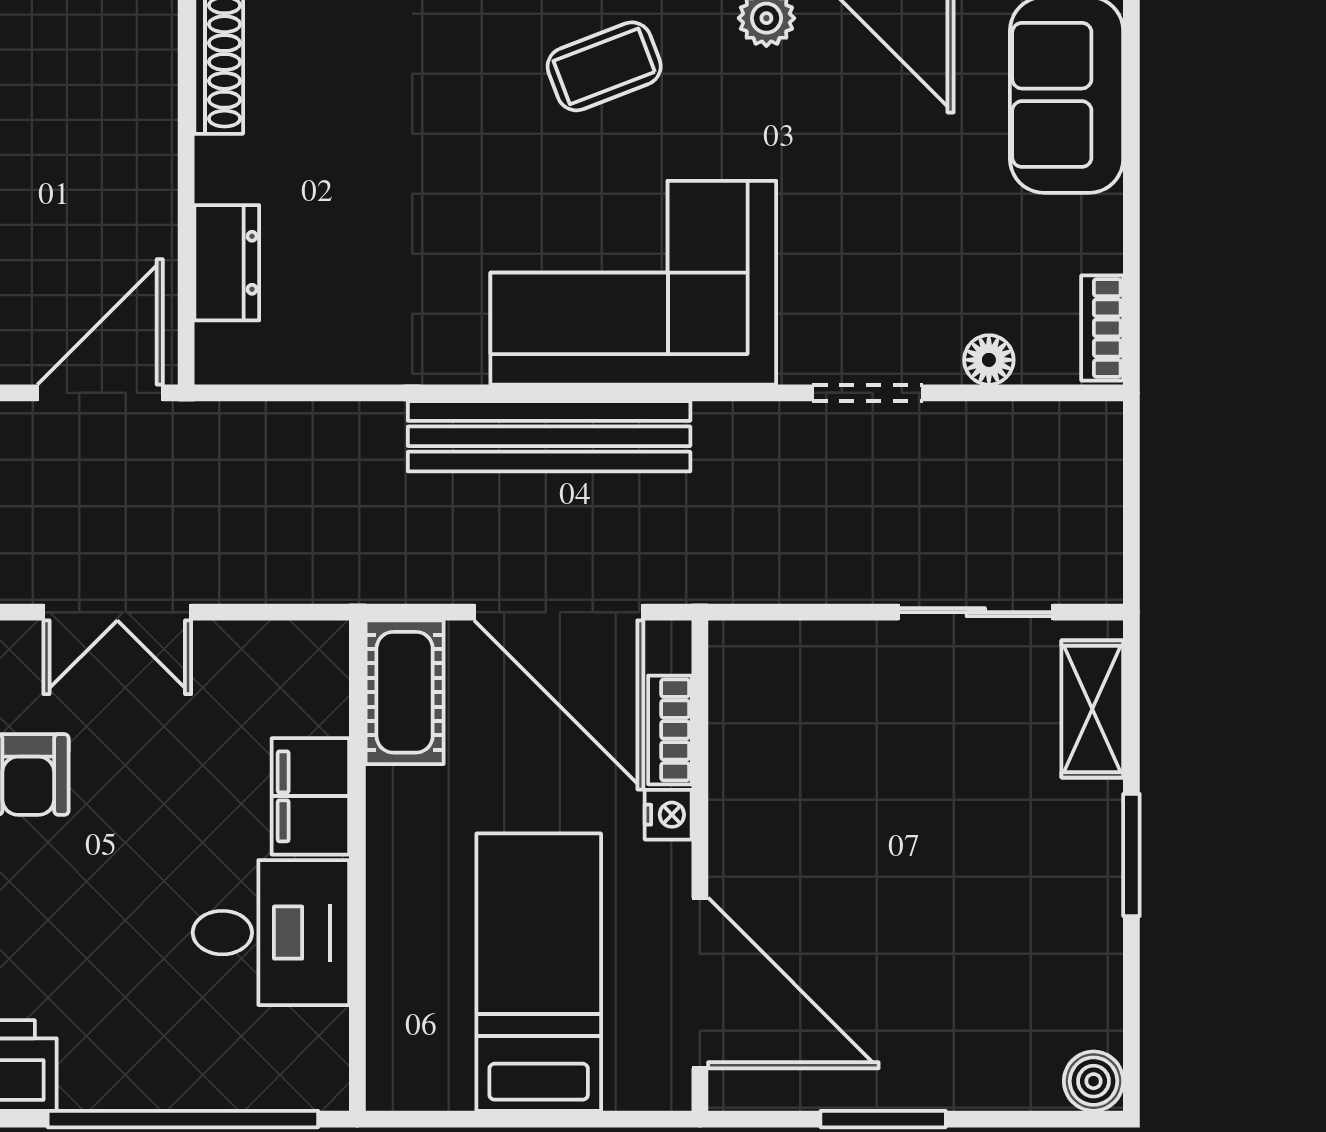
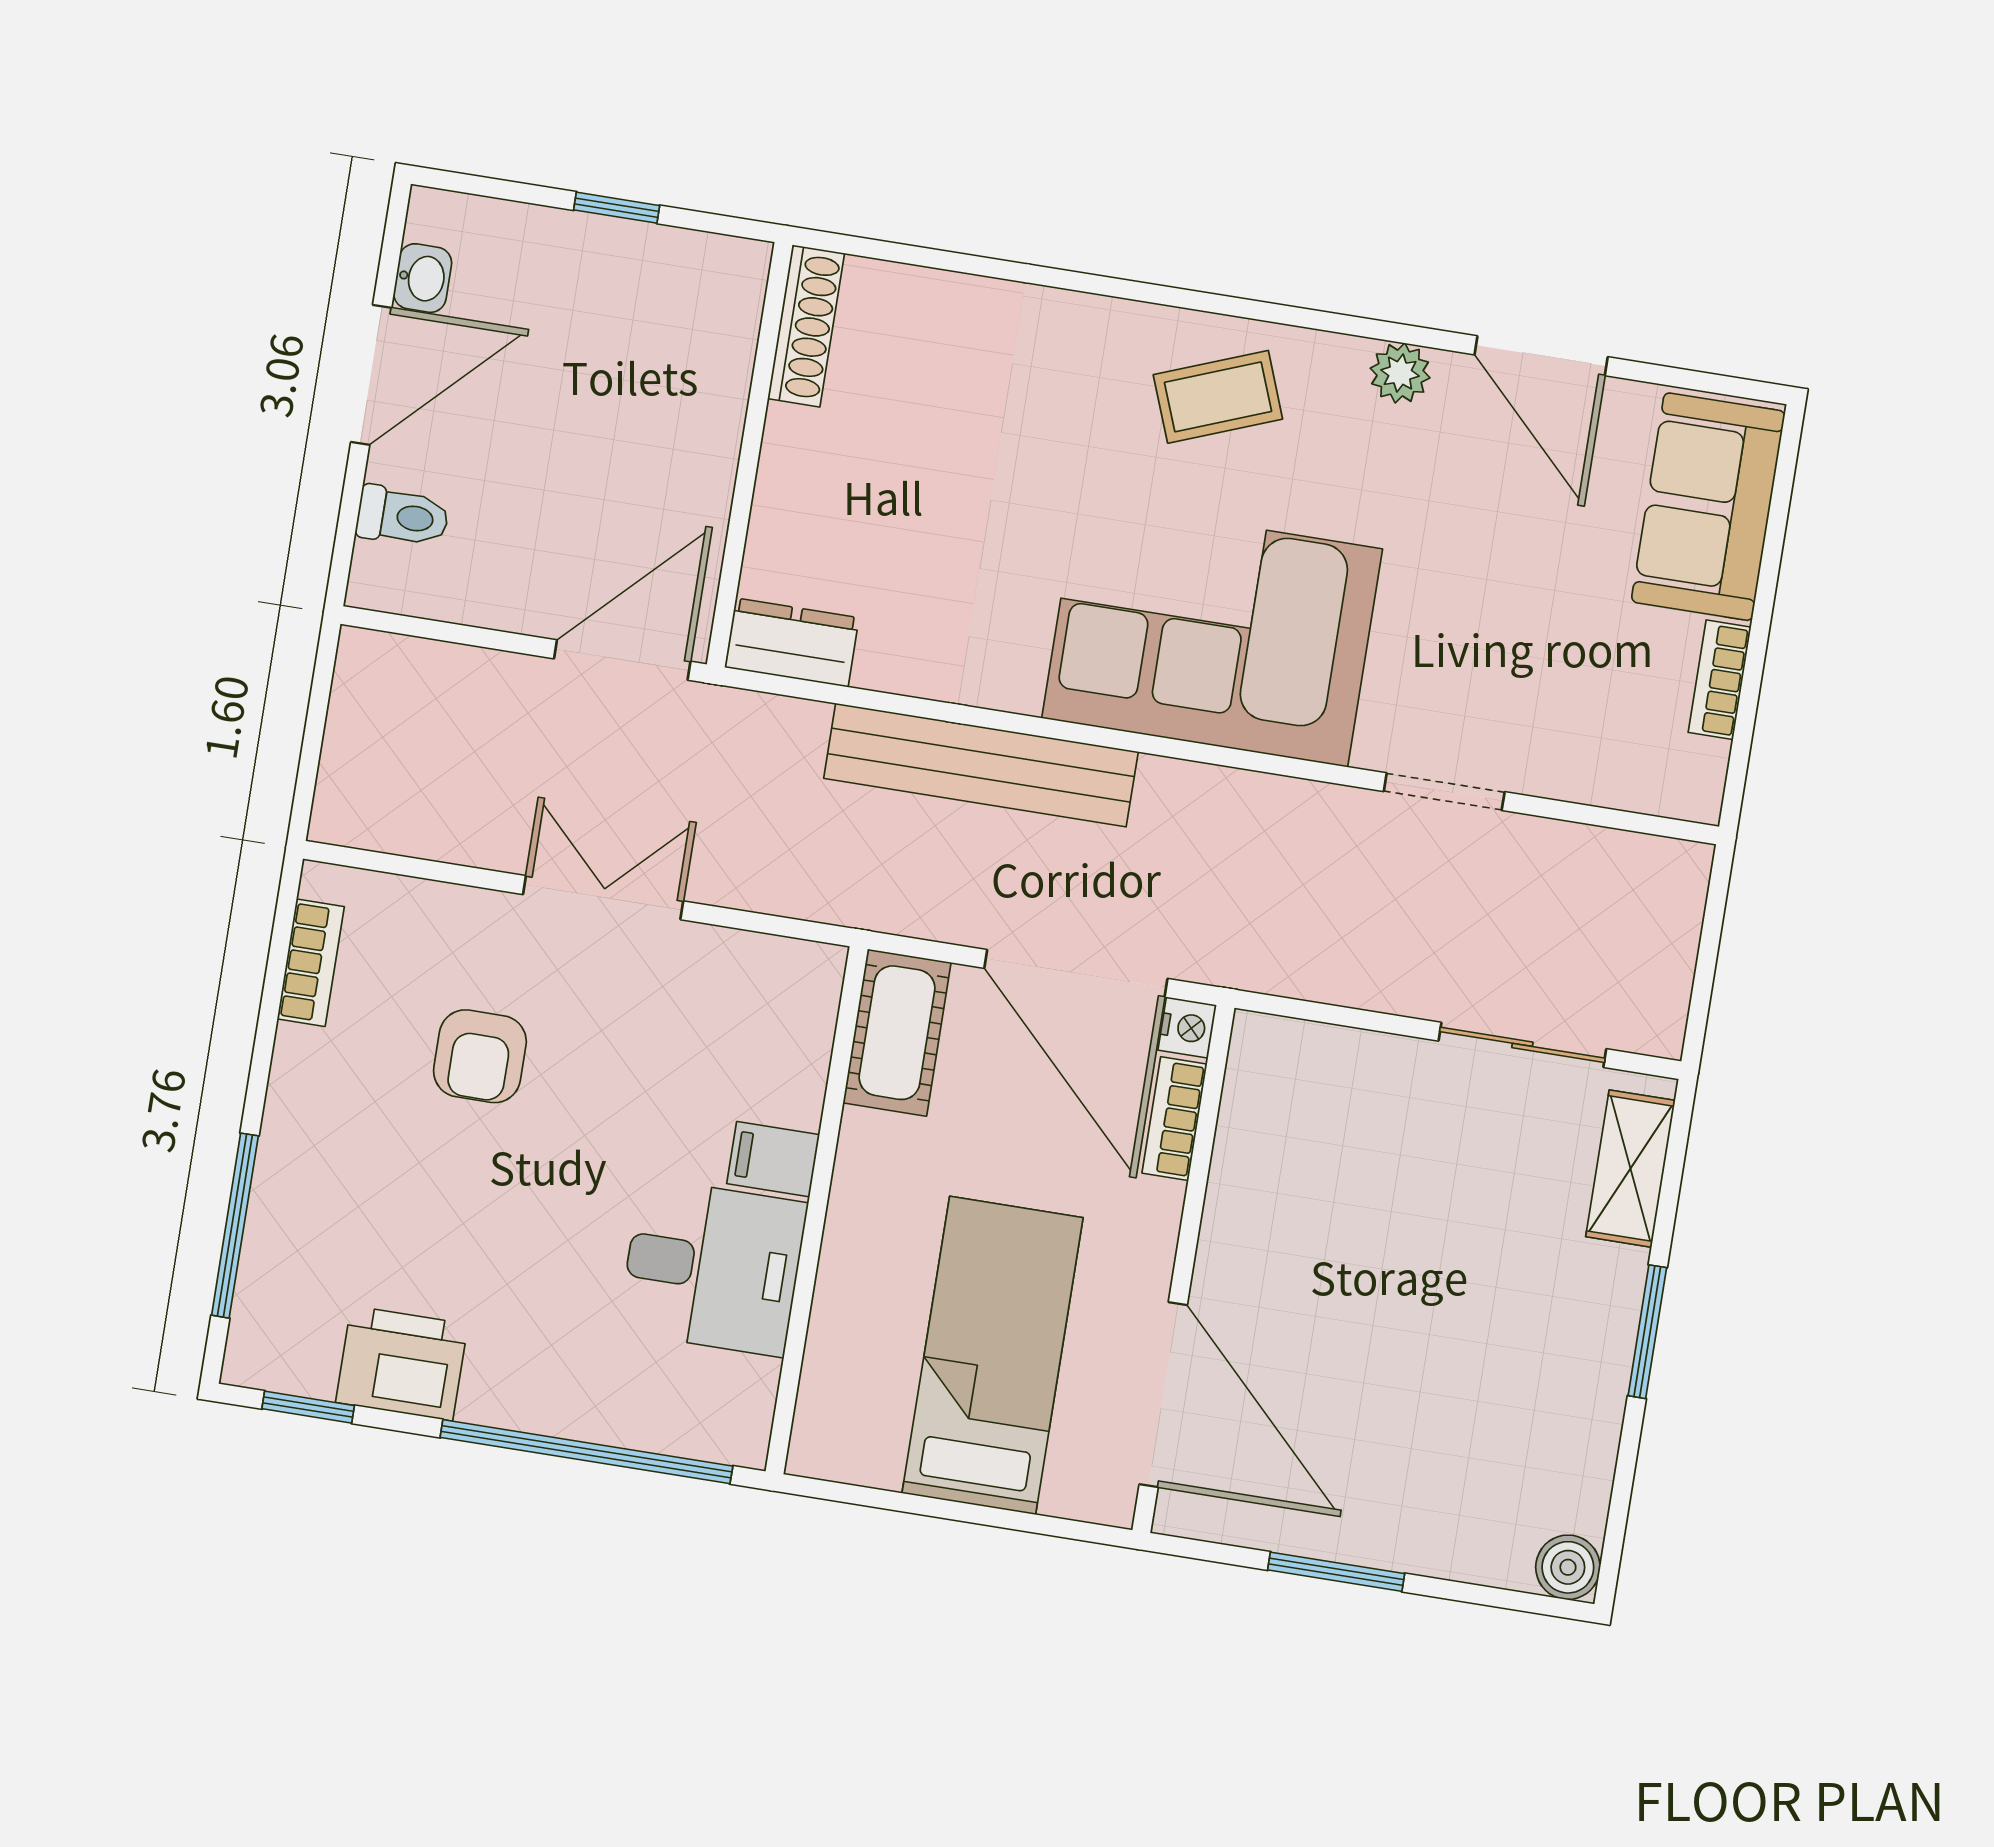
dresser: (227, 263) -> (792, 643), moved, turned -90
bookcase: (1102, 328) -> (1720, 680), moved
floor lamp: (989, 360) -> (1580, 777), removed
bench: (549, 436) -> (981, 765), moved
double door: (117, 612) -> (603, 898), swing flipped
filing cabinet: (310, 796) -> (773, 1159), width x0.50
nightstand: (668, 815) -> (1187, 1028), moved

